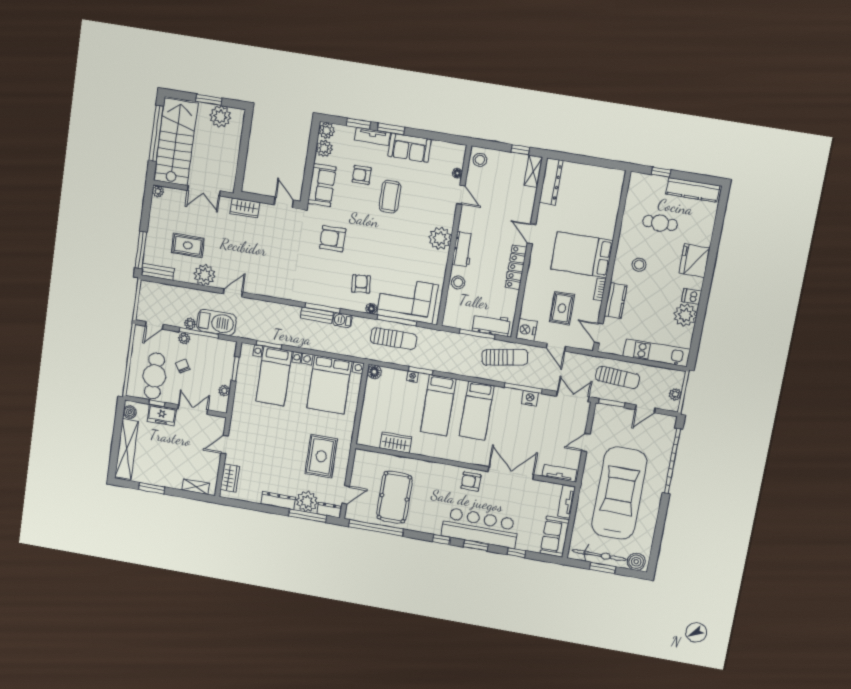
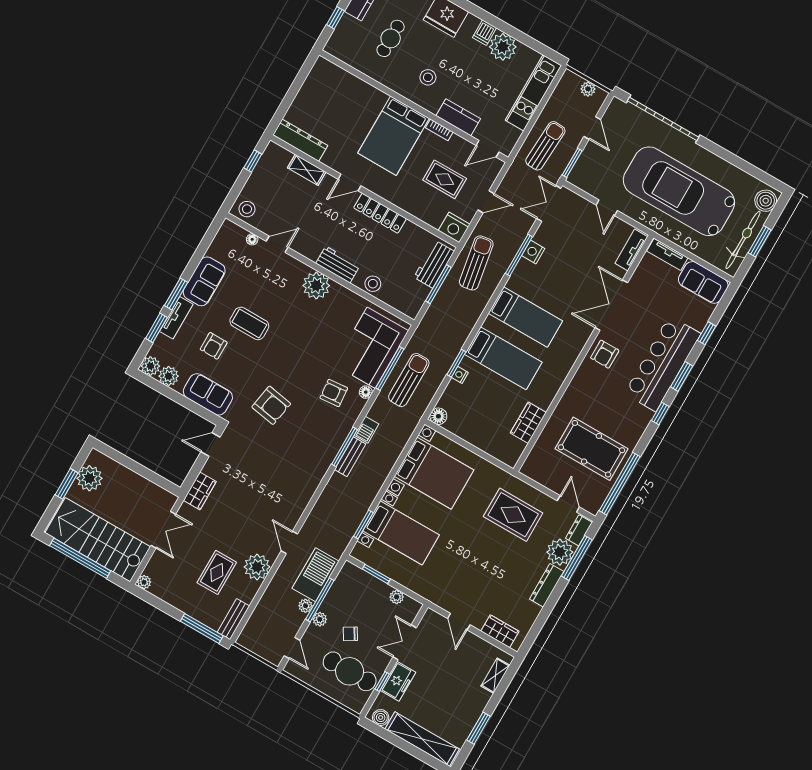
shelving: (533, 172) -> (307, 170), moved
armchair: (333, 239) -> (271, 405), turned -80

